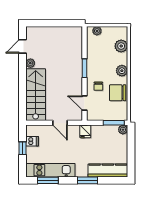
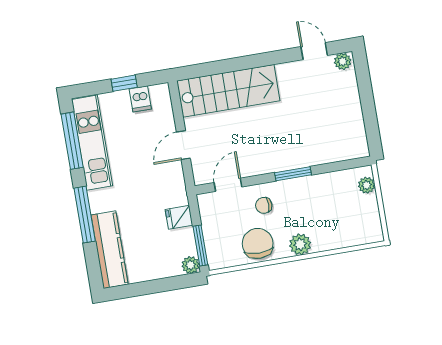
plant: (121, 46) -> (346, 235), removed
plant: (30, 63) -> (343, 61), moved
fridge: (85, 131) -> (179, 217), moved
window: (48, 180) -> (72, 141), width x1.44
window: (87, 180) -> (85, 215), width x1.44

